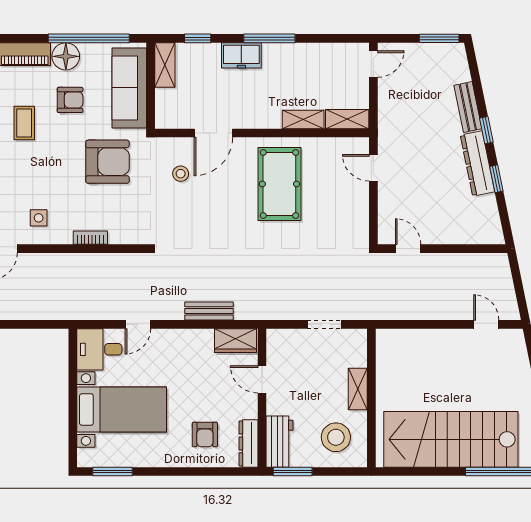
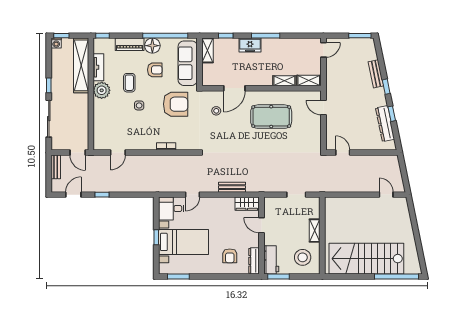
dresser: (477, 163) -> (385, 124), moved
pool table: (279, 184) -> (271, 117), turned 90
side table: (39, 218) -> (139, 105), moved
window: (73, 401) -> (156, 237), added

